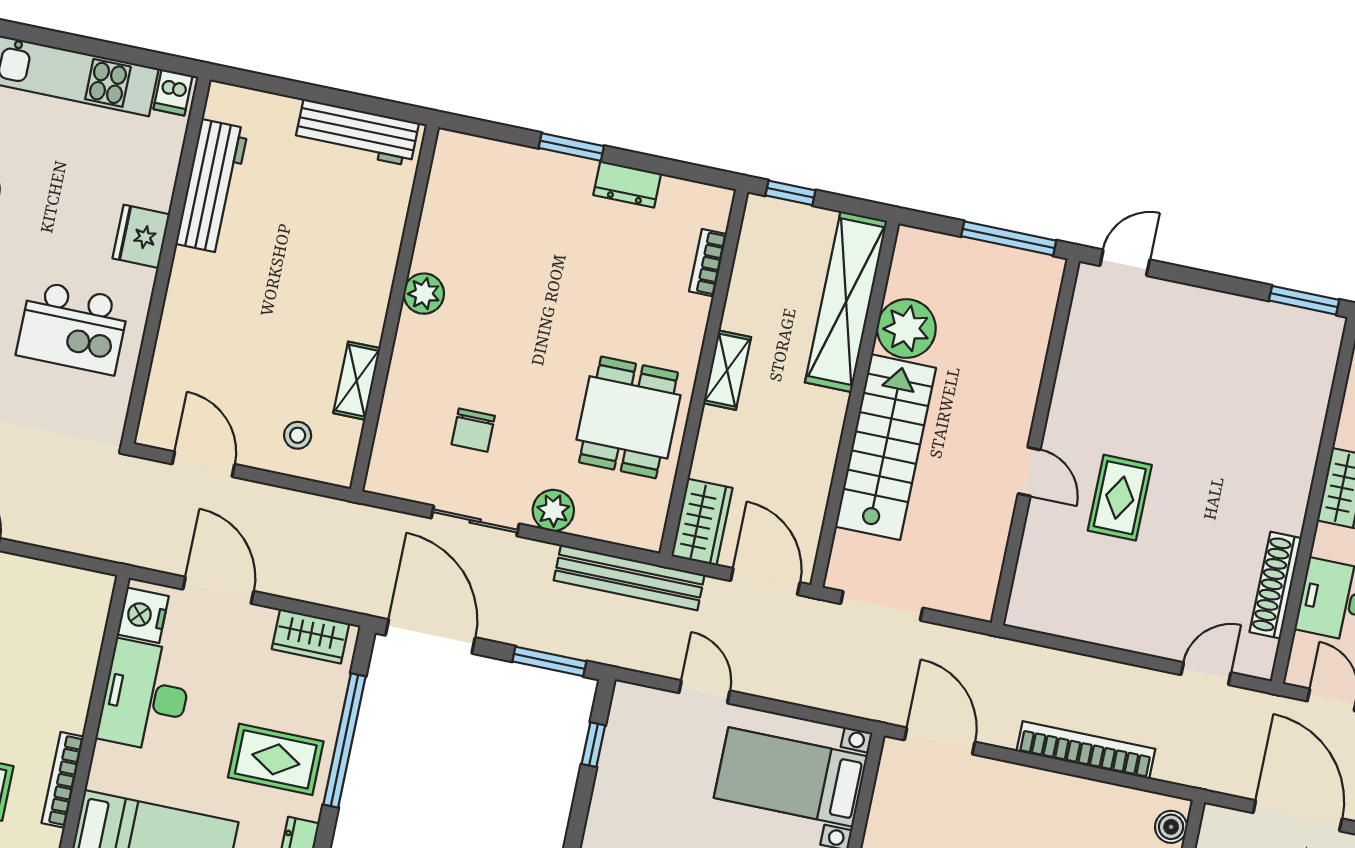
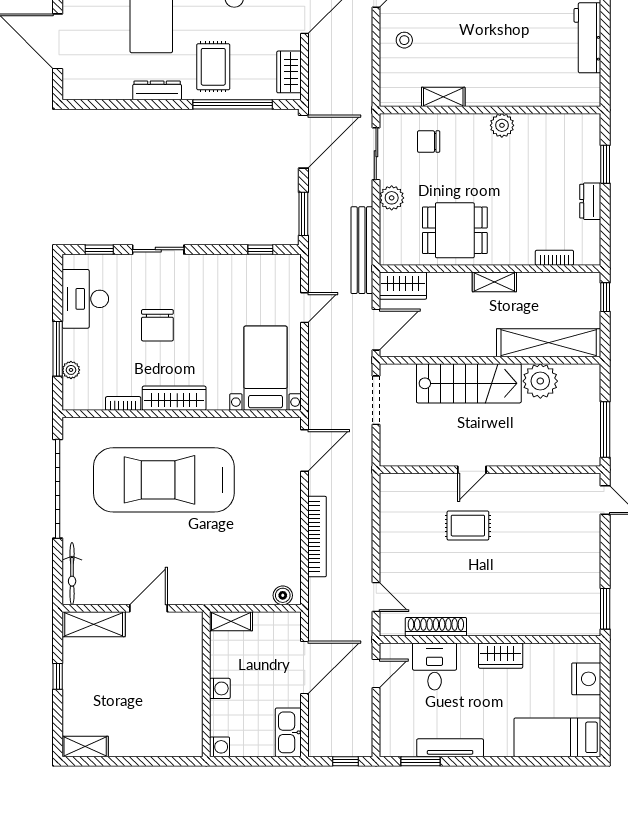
plant: (424, 294) -> (502, 125), moved
wall: (394, 308) -> (490, 110), moved
shelving: (357, 381) -> (443, 97), moved

